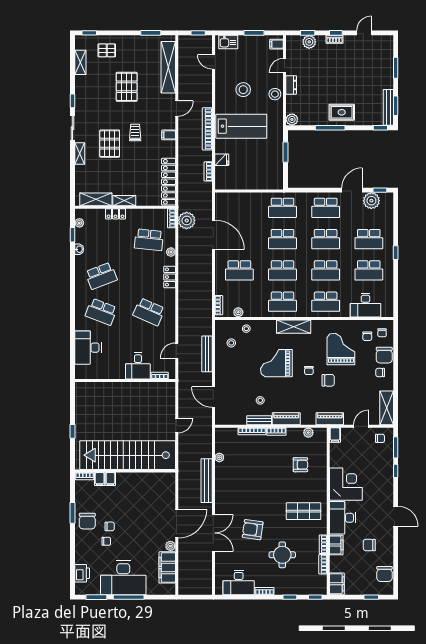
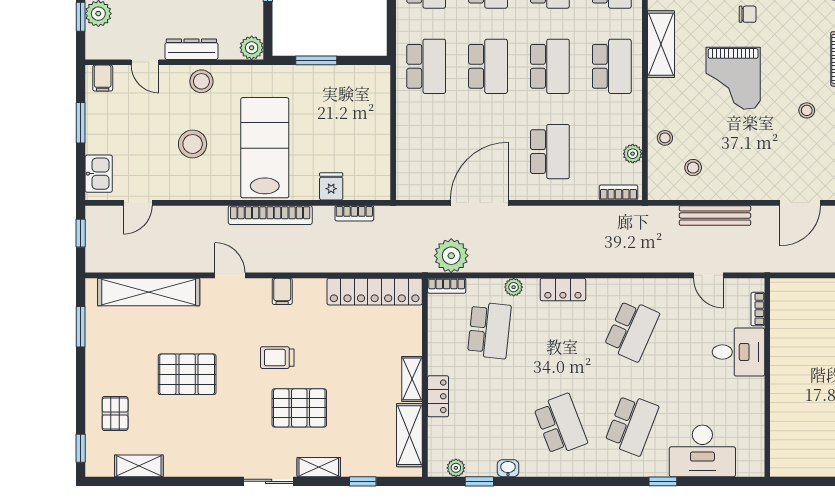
dresser: (291, 85) -> (191, 49), width x1.44
window: (72, 101) -> (363, 481), moved
window: (72, 328) -> (663, 481), added

